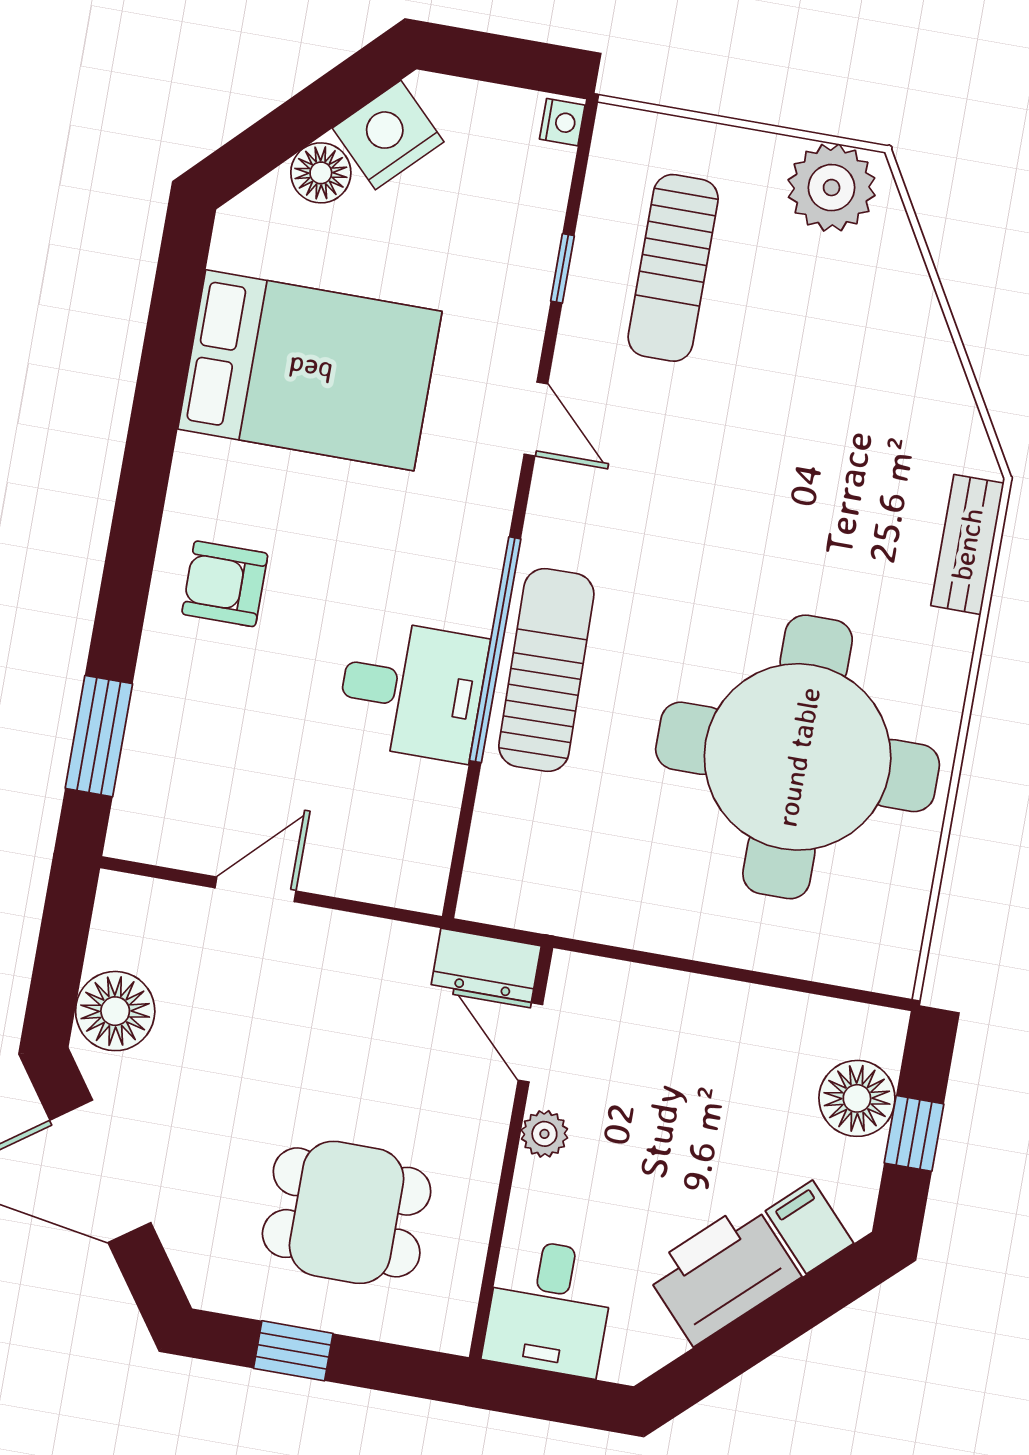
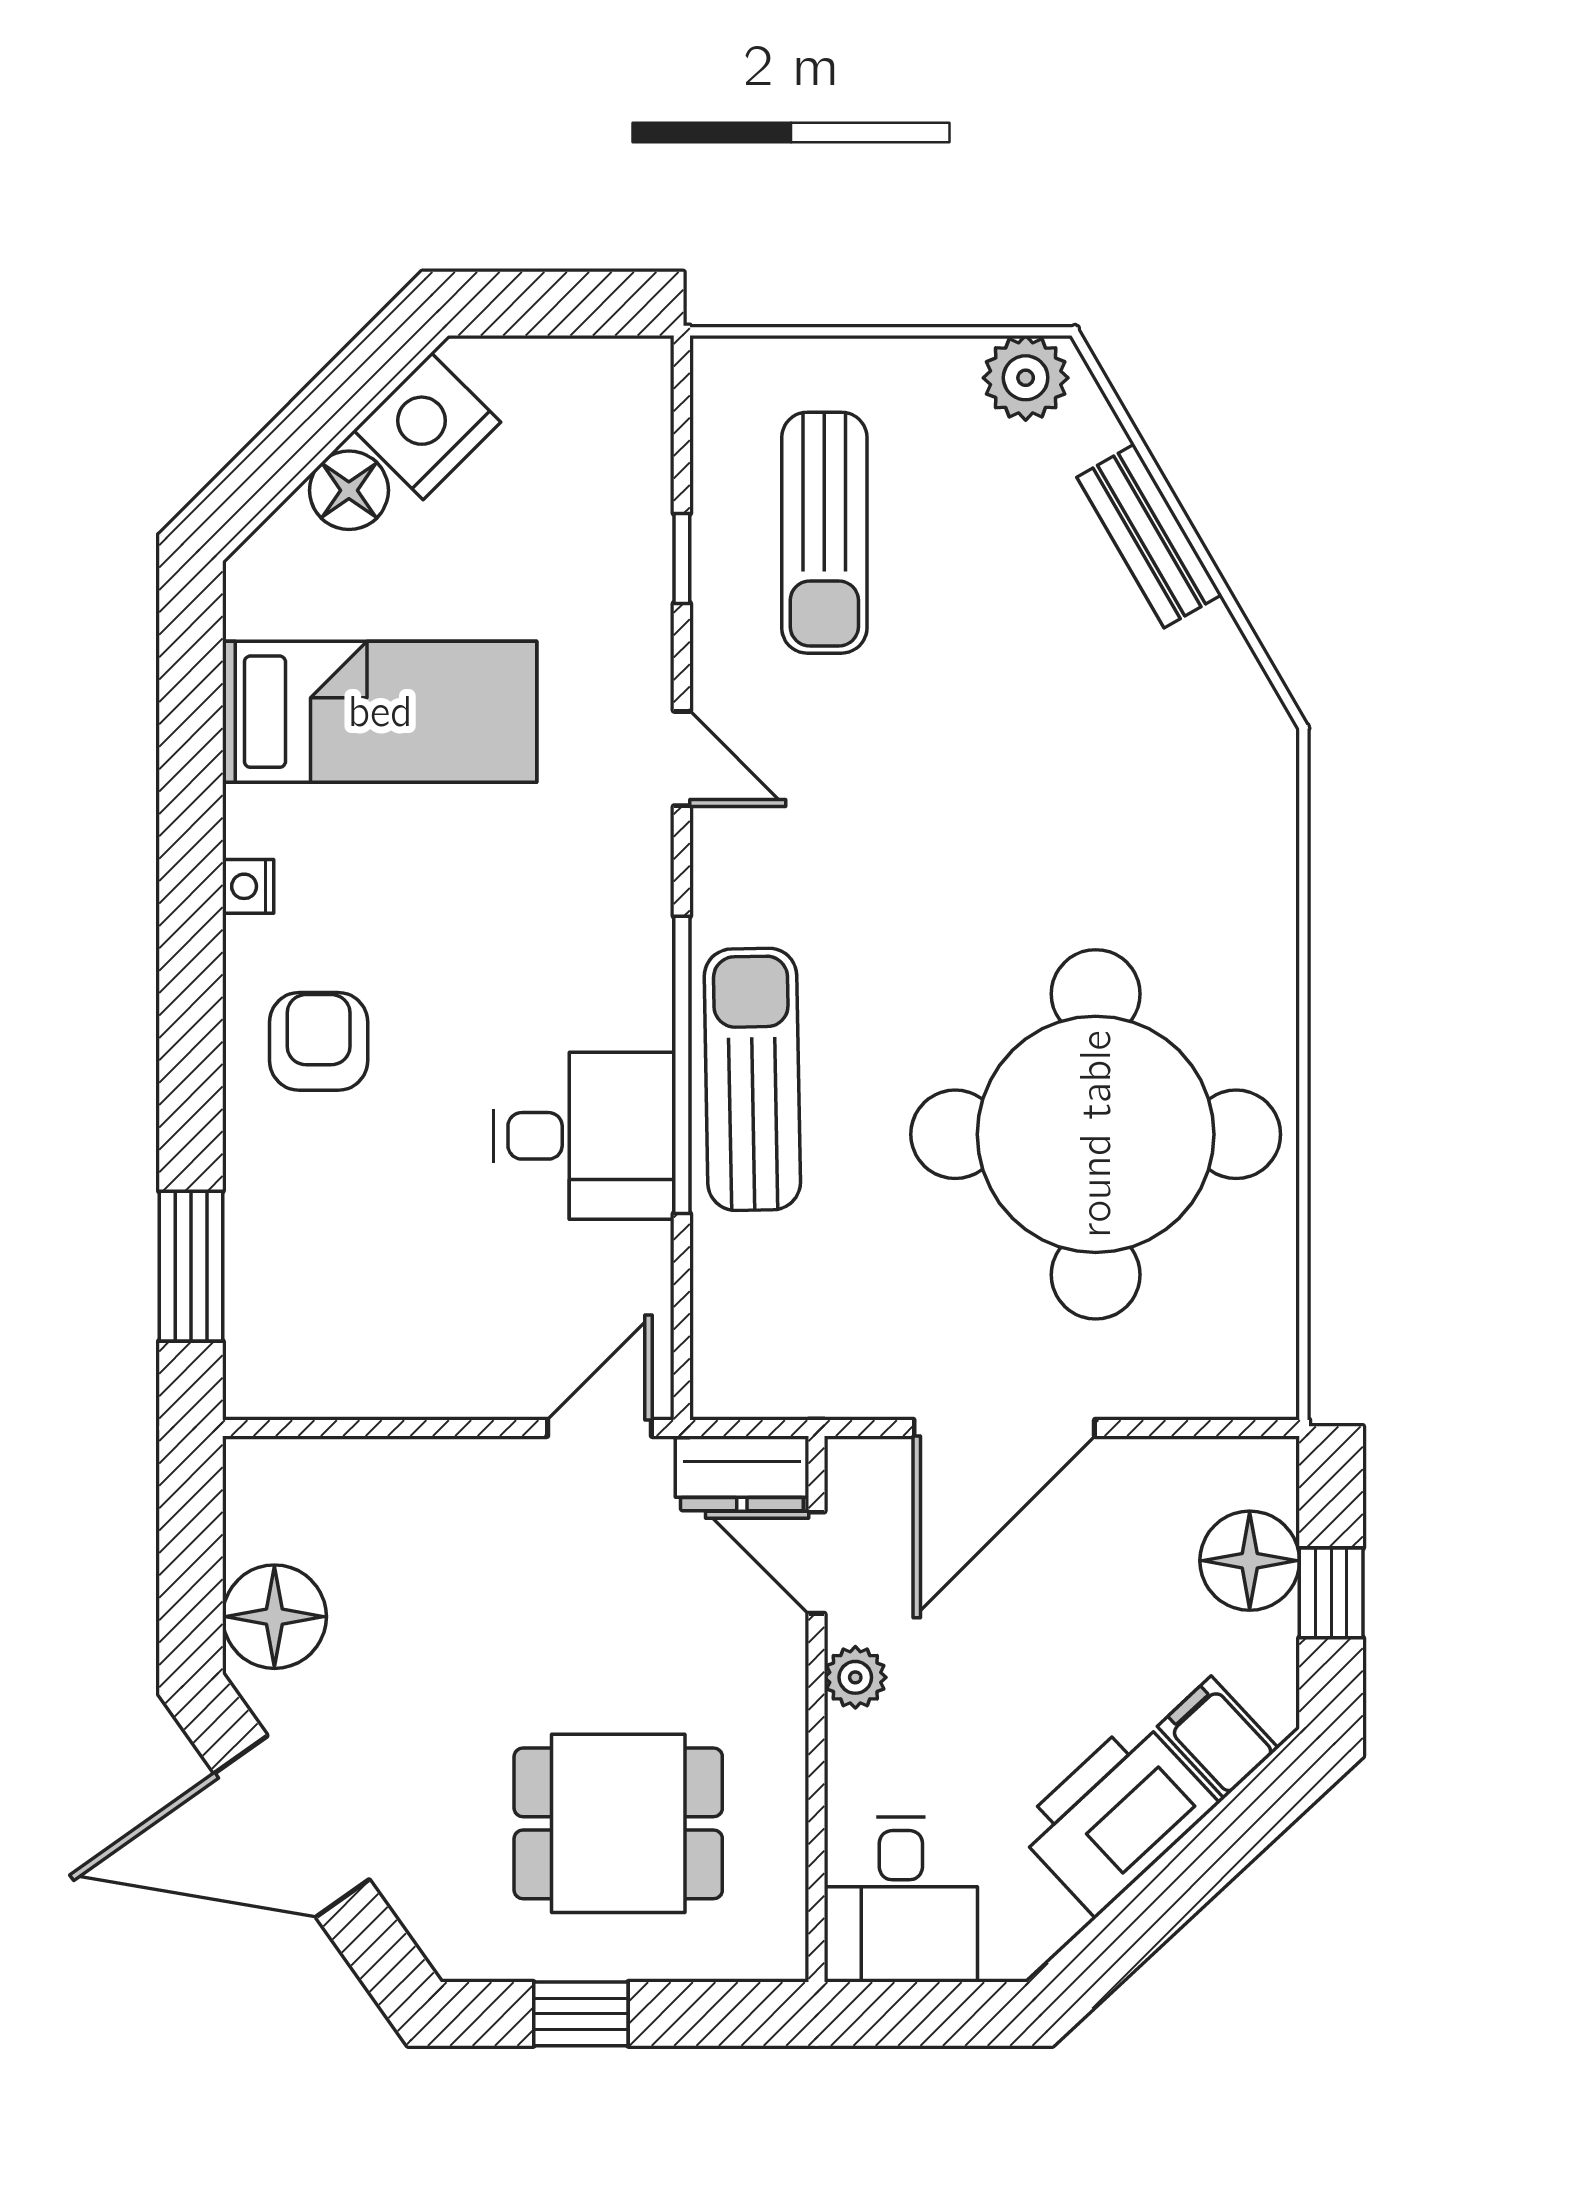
nightstand: (562, 122) -> (248, 886), moved, turned 180
plant: (832, 188) -> (1026, 378), width x0.73, depth x0.73
bed: (310, 370) -> (380, 712), width x0.67
bench: (967, 544) -> (1149, 536), moved, turned -30
armchair: (225, 584) -> (319, 1041), turned 90
door: (255, 889) -> (600, 1428), moved
door: (690, 966) -> (1004, 1428), added

